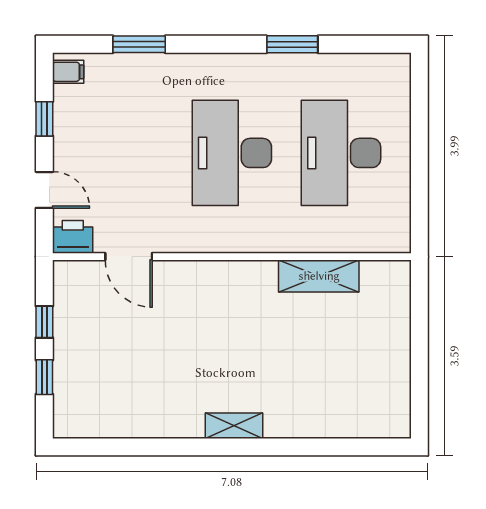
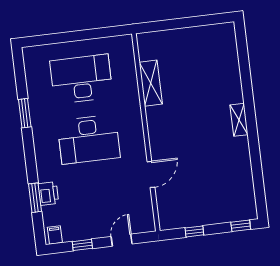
desk: (341, 153) -> (81, 79), turned 180
printer: (73, 237) -> (48, 194), moved, turned 180
door: (129, 257) -> (151, 174), moved
window: (44, 377) -> (241, 226), moved

